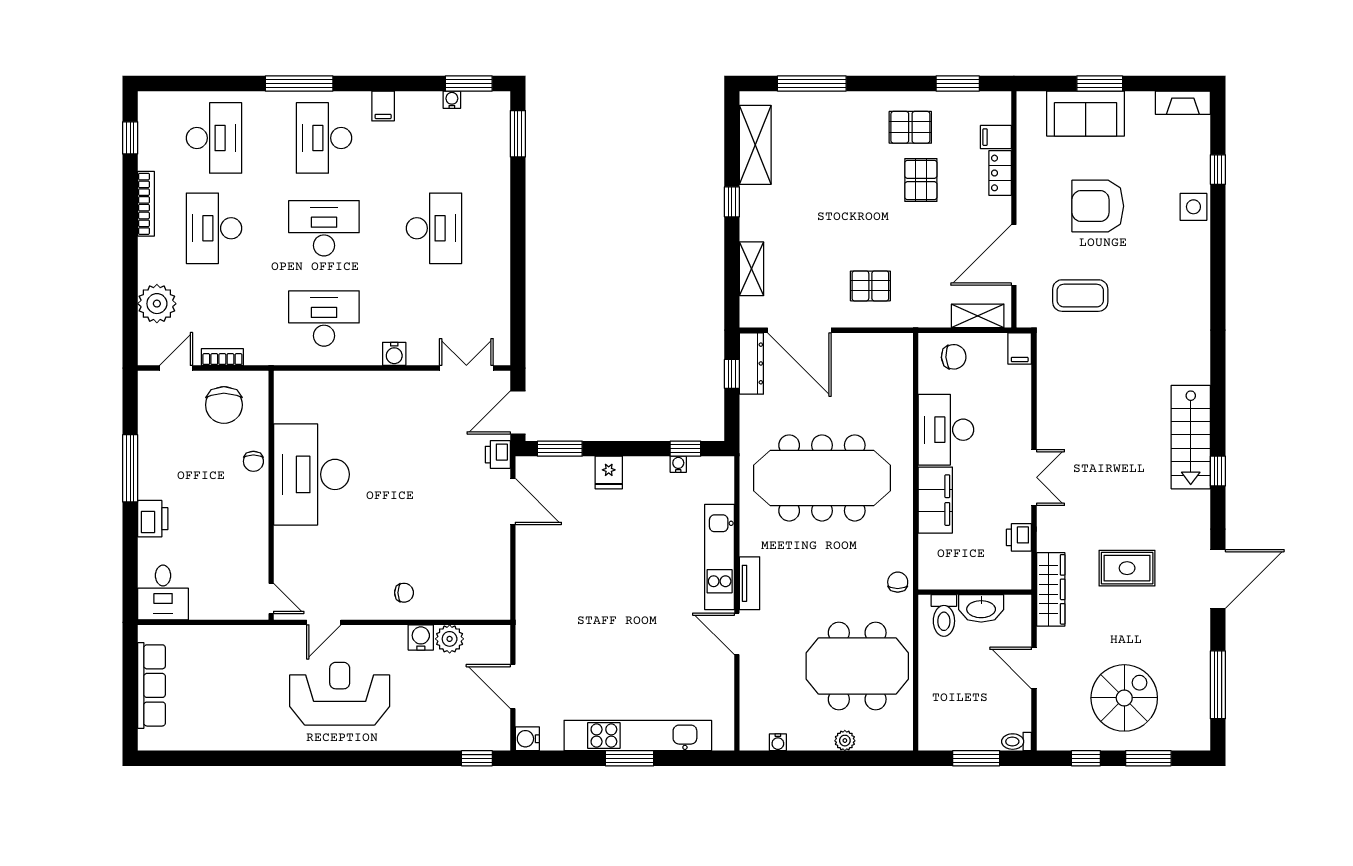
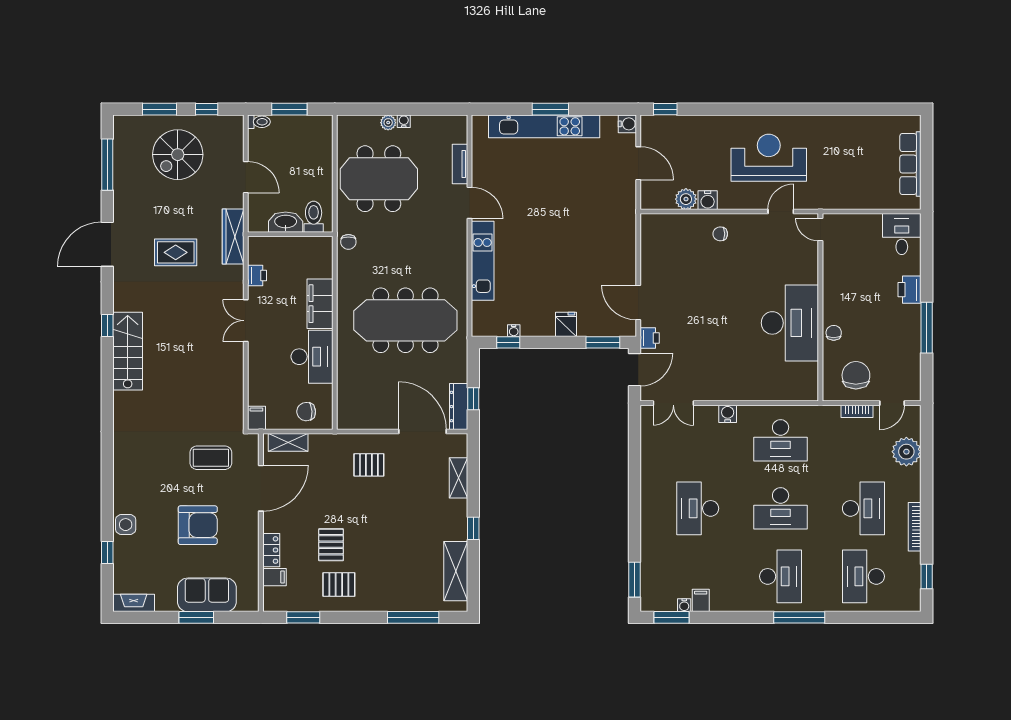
filing cabinet: (383, 106) -> (701, 600), moved
tv unit: (750, 583) -> (460, 164), moved
reception desk: (340, 694) -> (769, 158), turned 180
water cooler: (778, 742) -> (404, 121), moved

